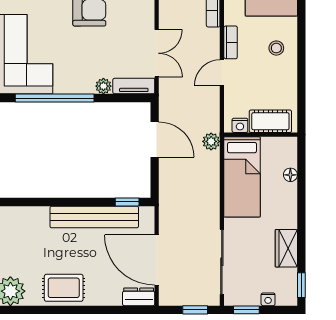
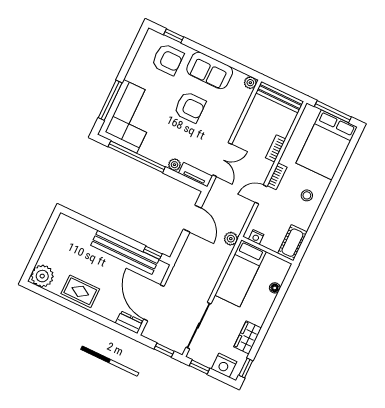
cot: (270, 121) -> (292, 243), moved, turned 90
nightstand: (268, 299) -> (224, 365), width x1.89, depth x1.79

